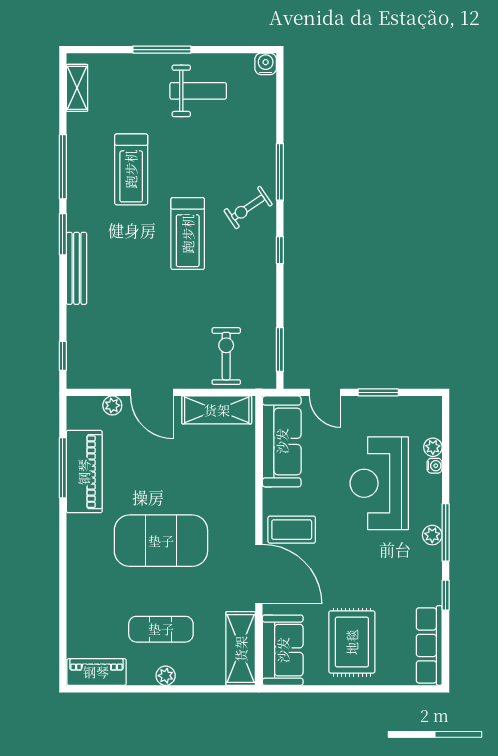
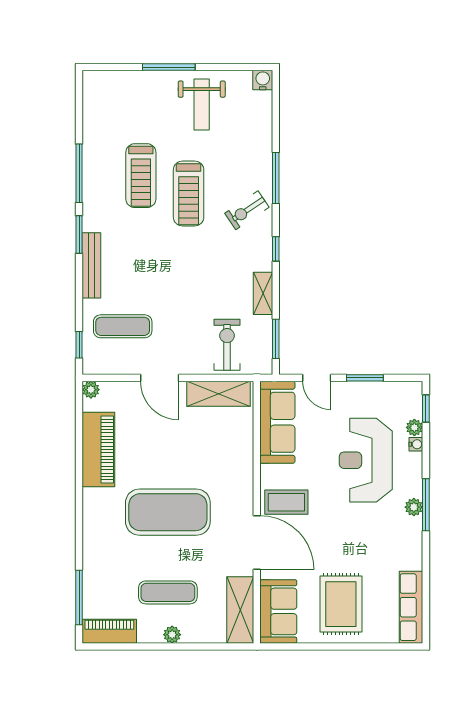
shelving: (77, 88) -> (263, 293), moved
weight bench: (198, 91) -> (202, 104), turned 90
treadmill: (188, 234) -> (189, 194), moved
exercise mat: (111, 336) -> (123, 326), added
plant: (112, 405) -> (91, 390), moved
window: (63, 468) -> (79, 598), moved
window: (446, 595) -> (426, 408), moved

